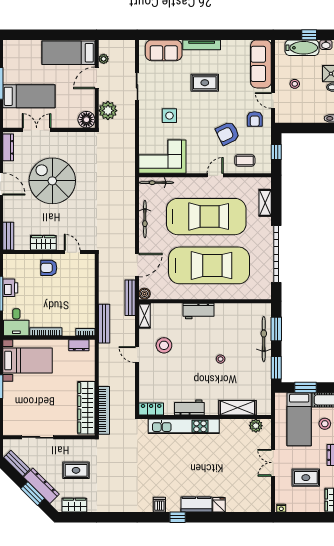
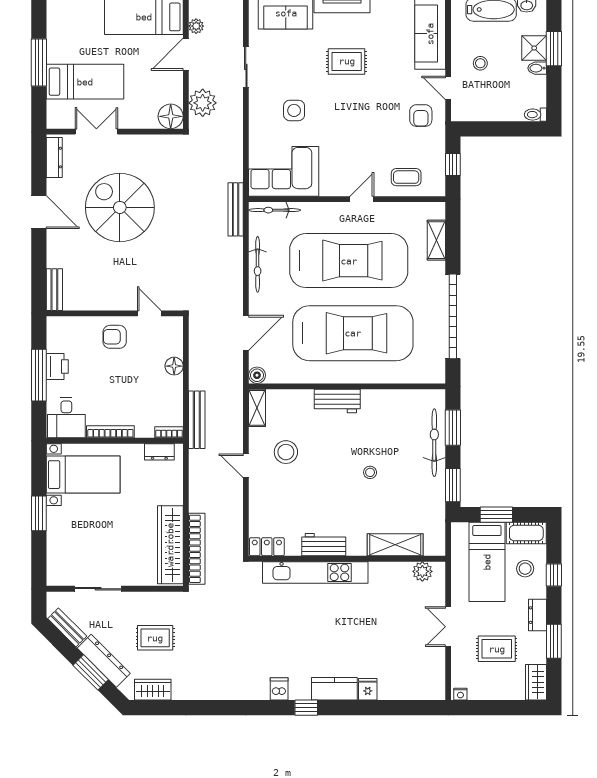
armchair: (228, 133) -> (381, 137), removed
wardrobe: (43, 243) -> (107, 300), removed
floor lamp: (89, 288) -> (174, 366), added
bench: (130, 298) -> (236, 209), moved

